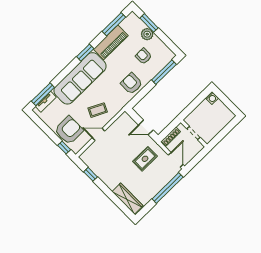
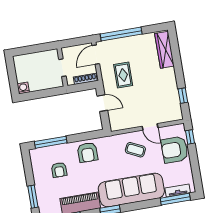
plant: (147, 34) -> (42, 188), removed
rug: (145, 159) -> (123, 75), turned 90

